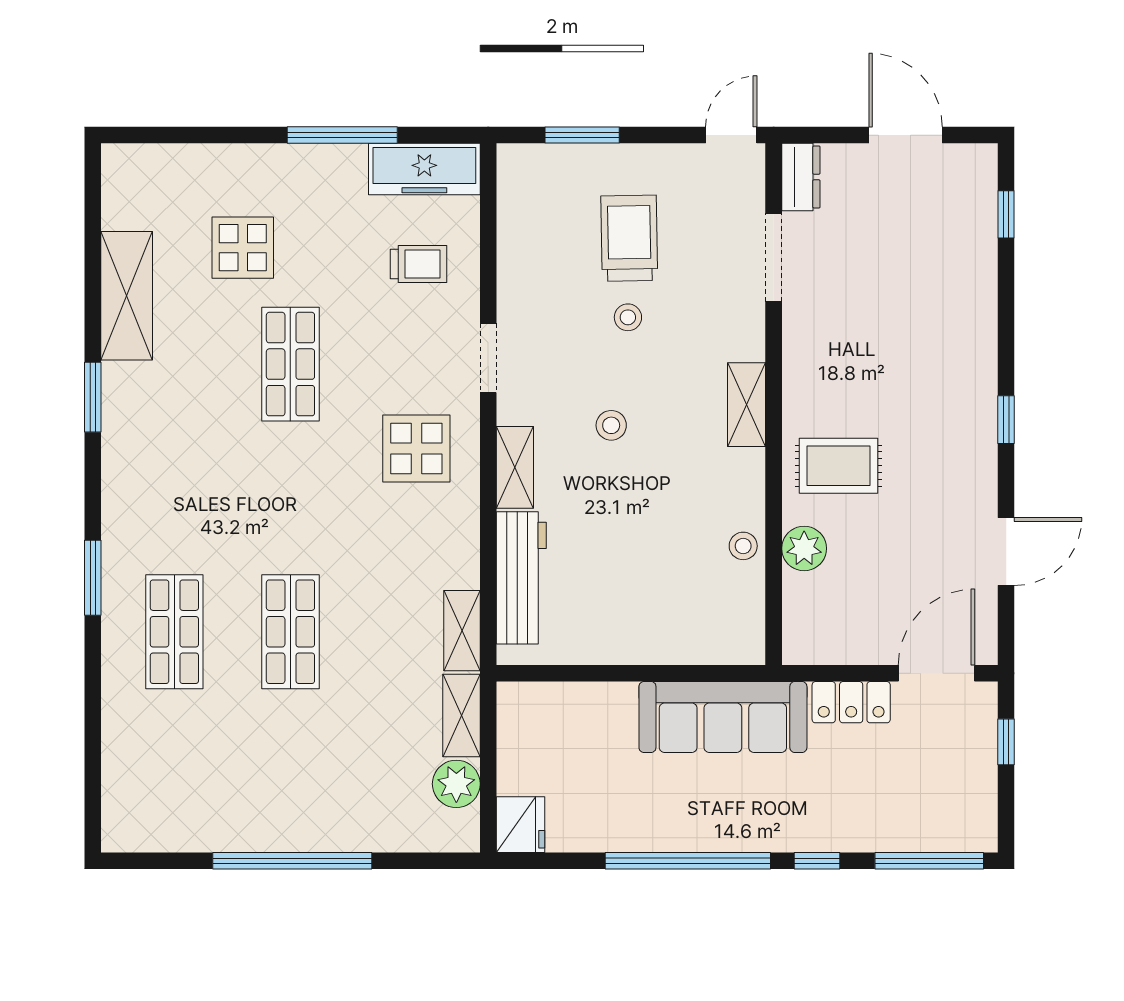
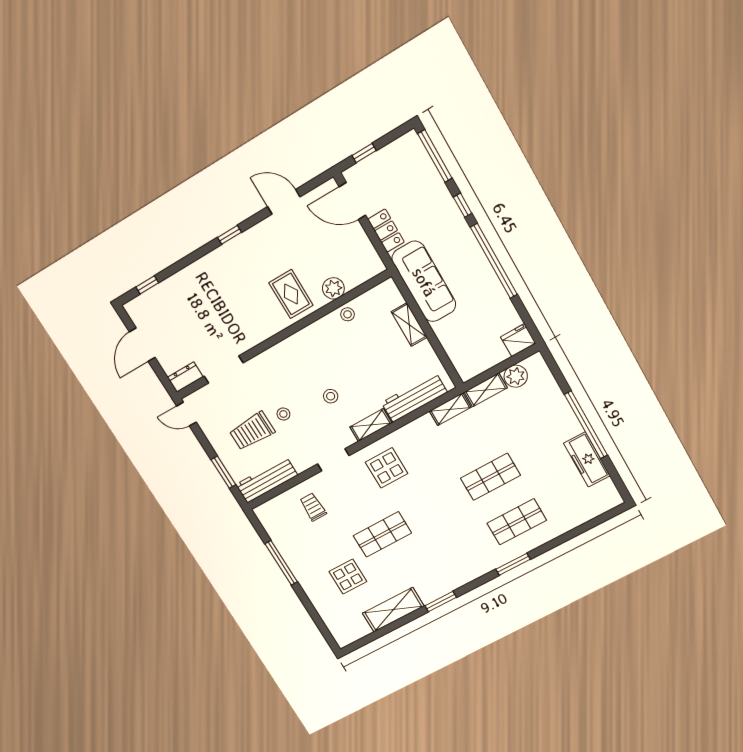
freezer: (424, 169) -> (587, 460), moved, turned 180
workbench: (521, 208) -> (267, 480), added
shelving: (747, 405) -> (409, 325), moved, turned 90

